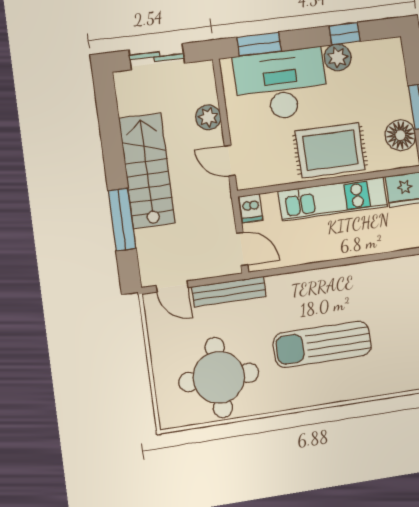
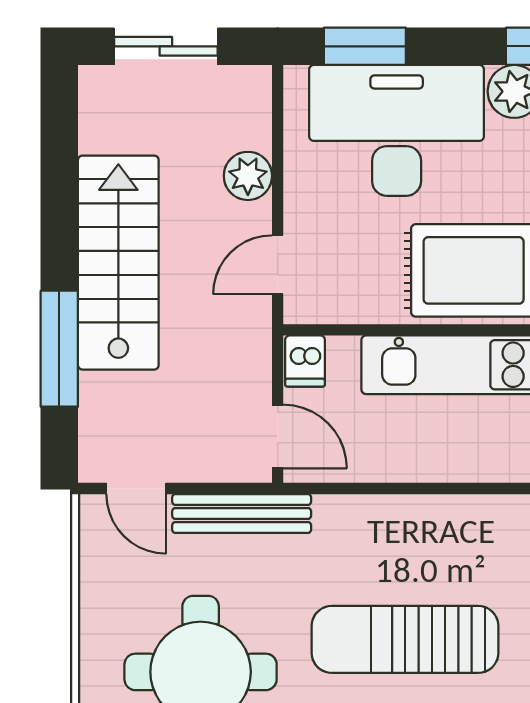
door: (230, 161) -> (278, 265), hinge flipped

